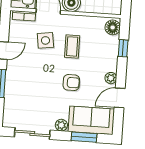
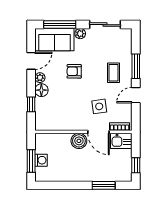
floor lamp: (113, 27) -> (41, 90), moved
coffee table: (72, 46) -> (114, 73), moved
window: (84, 137) -> (60, 25), width x1.44

